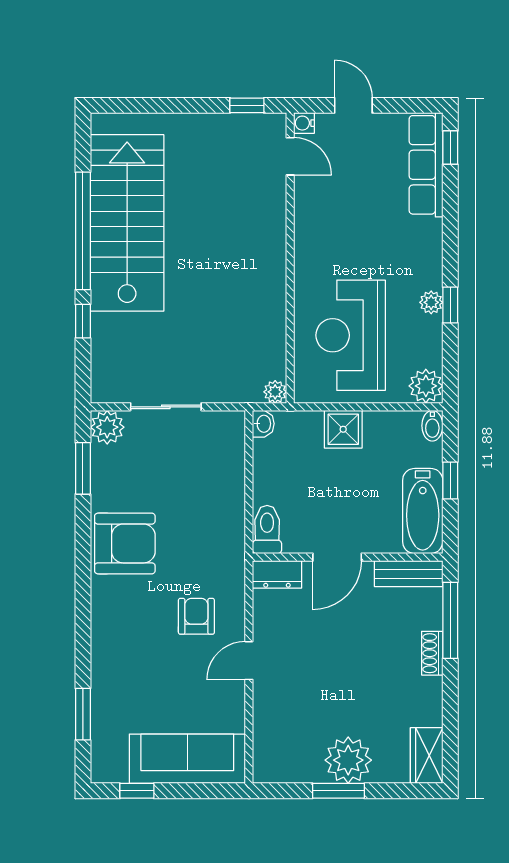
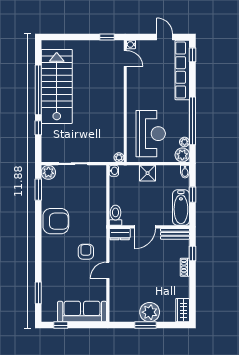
door: (353, 105) -> (165, 37), moved
row of seats: (426, 165) -> (182, 70), width x1.36
plant: (431, 302) -> (185, 142), moved
window: (450, 305) -> (192, 121), width x3.17
reception desk: (351, 335) -> (151, 134), turned 180
window: (450, 620) -> (192, 253), width x0.46

